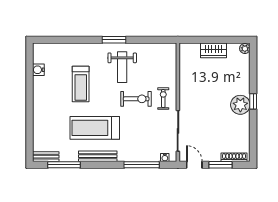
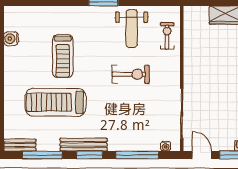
weight bench: (122, 67) -> (132, 29), moved
exercise bike: (163, 99) -> (167, 36), moved
treadmill: (95, 128) -> (55, 102), moved
window: (103, 165) -> (90, 155), added

